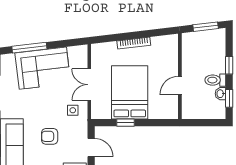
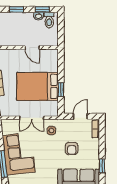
toilet: (215, 80) -> (49, 20), moved

